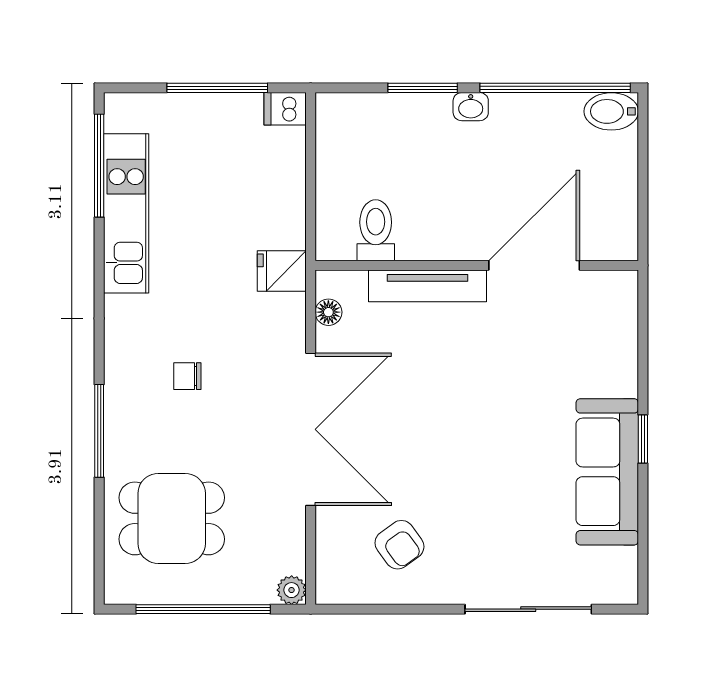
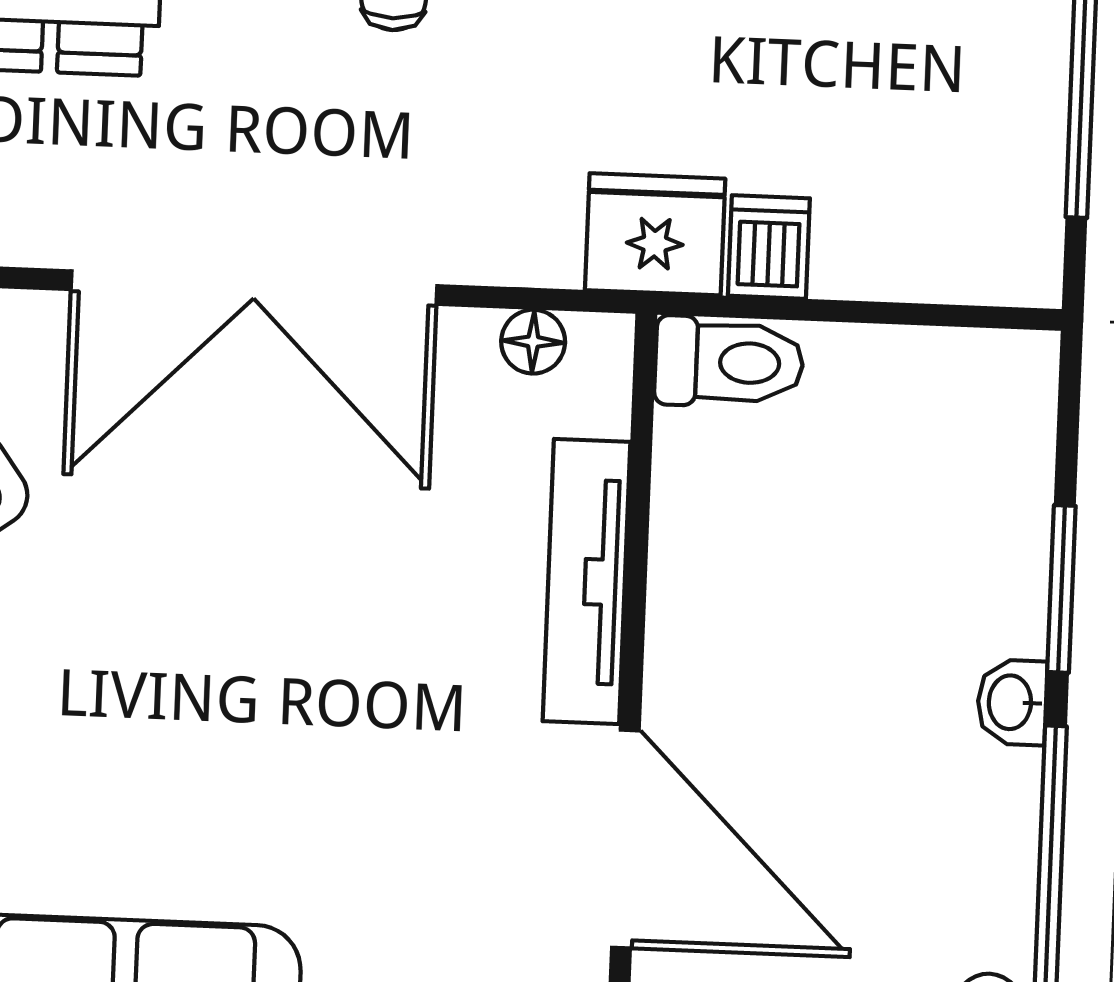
dishwasher: (285, 109) -> (769, 247), moved
toilet: (376, 230) -> (729, 362), moved
fridge: (282, 271) -> (655, 234), width x1.38

